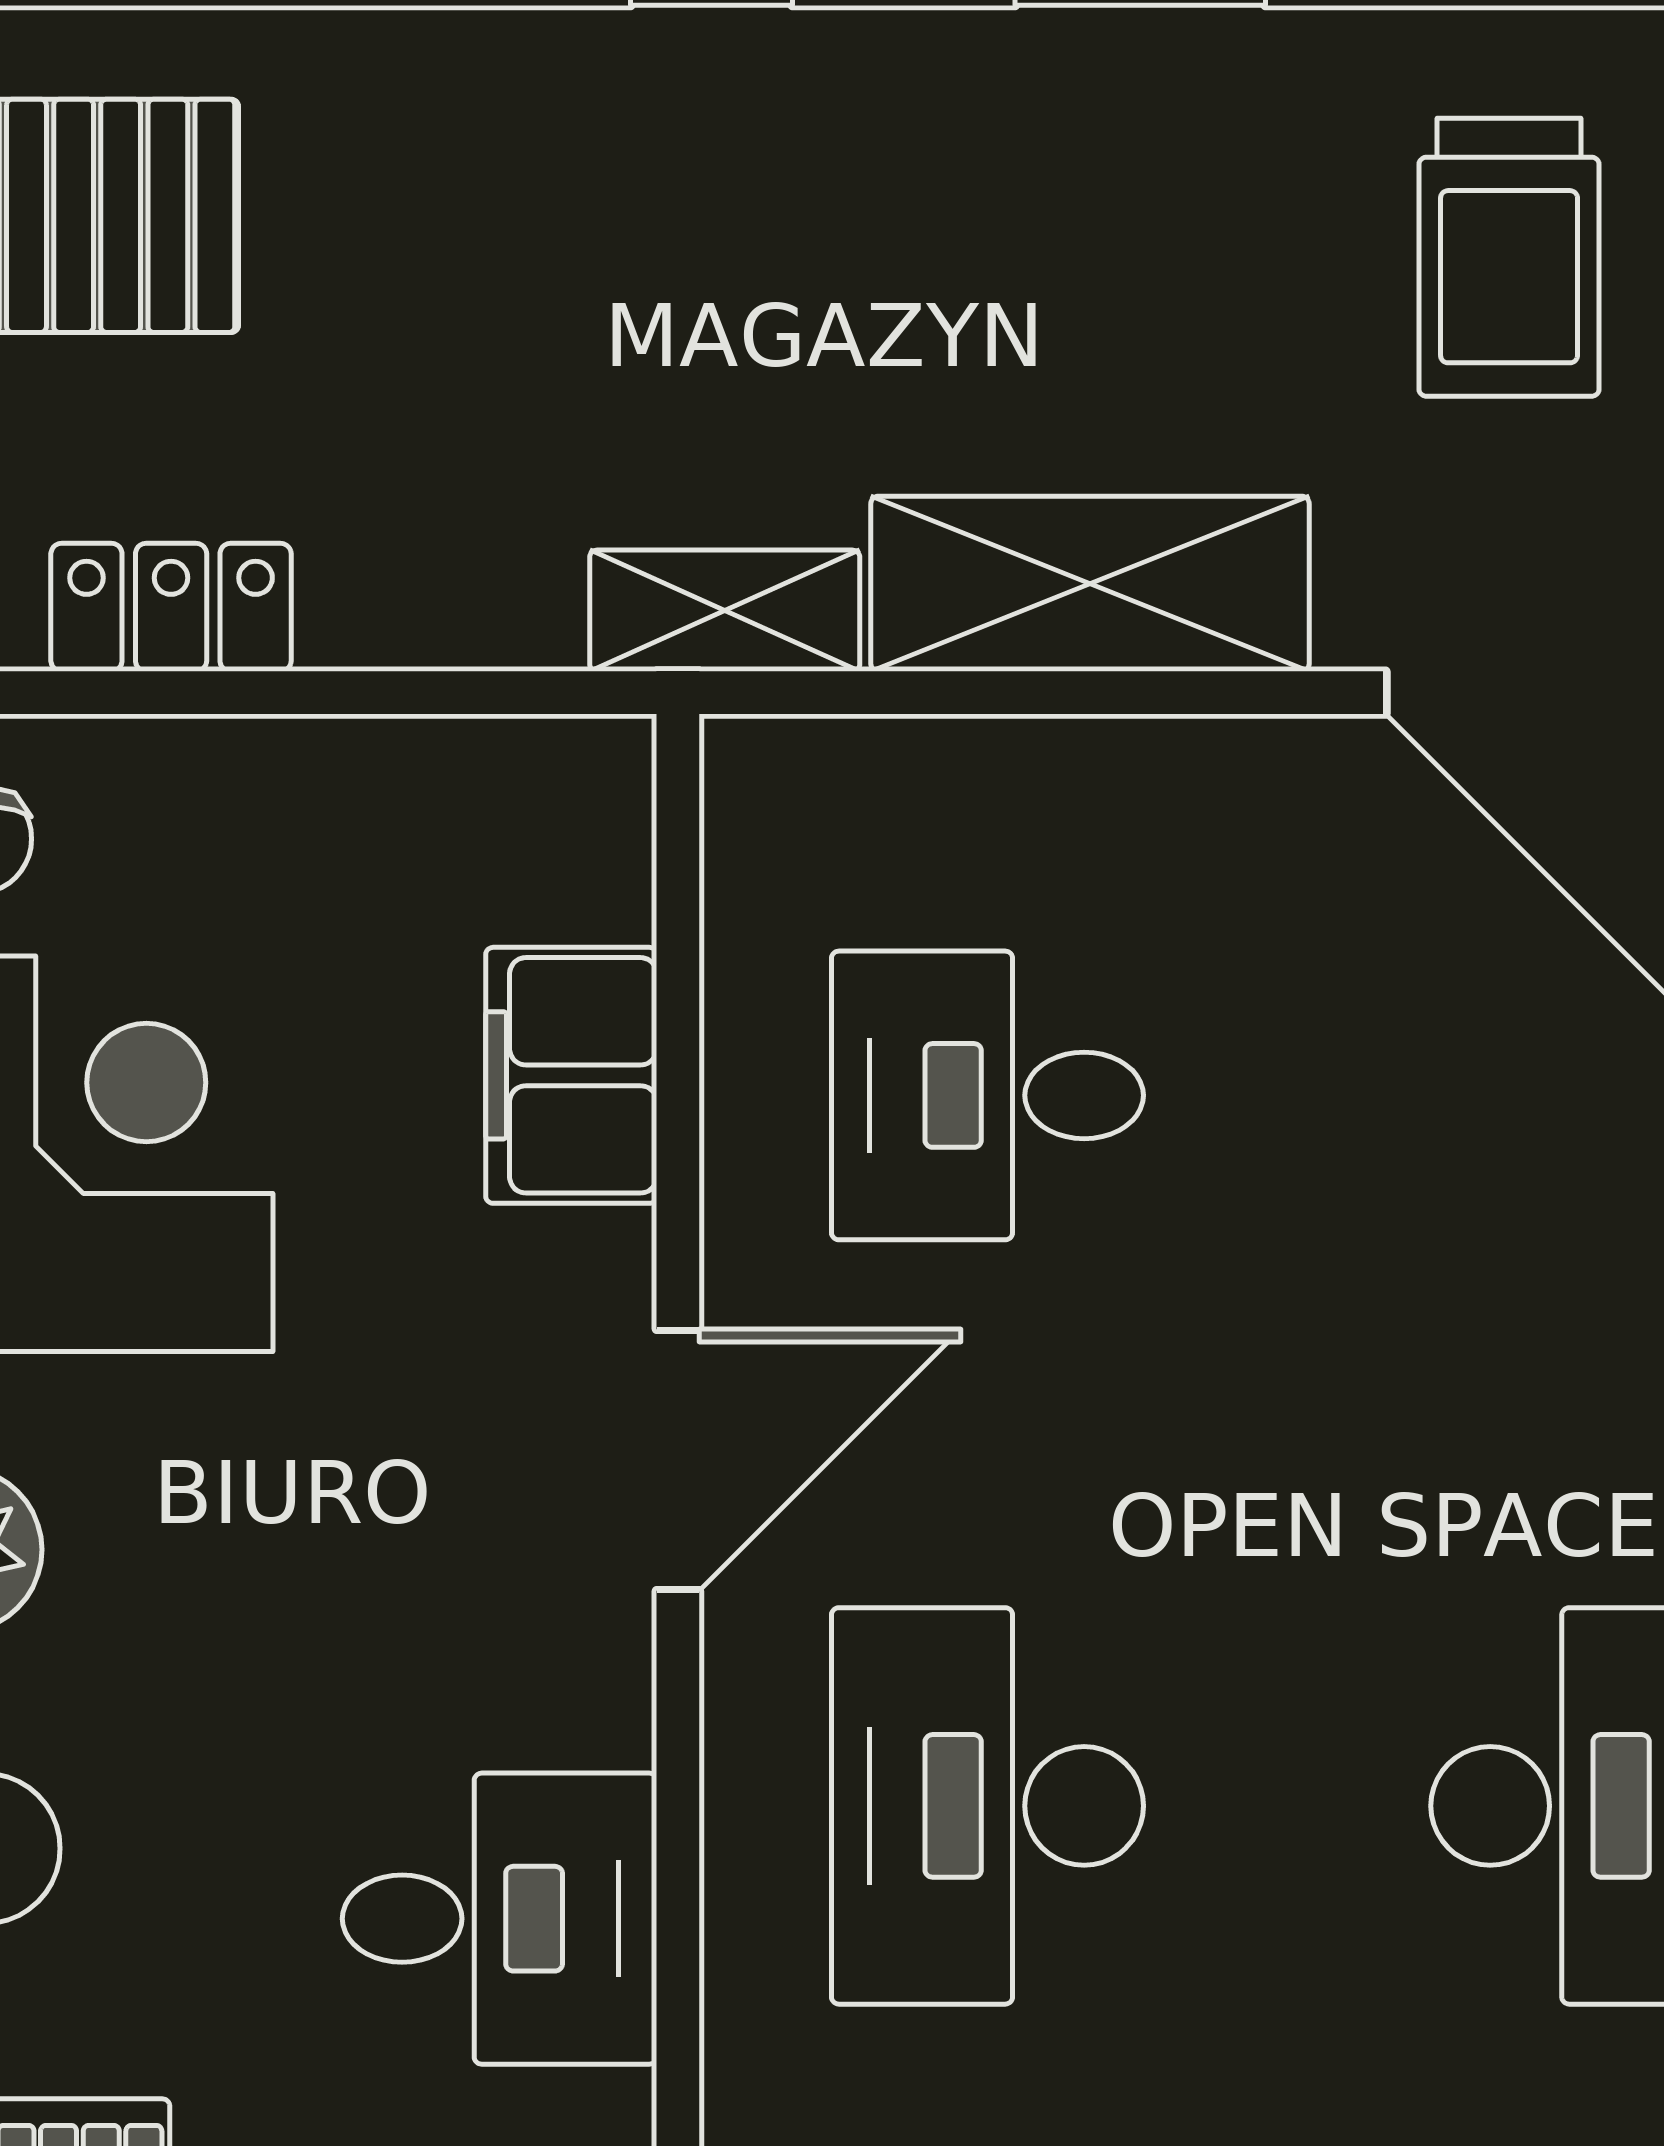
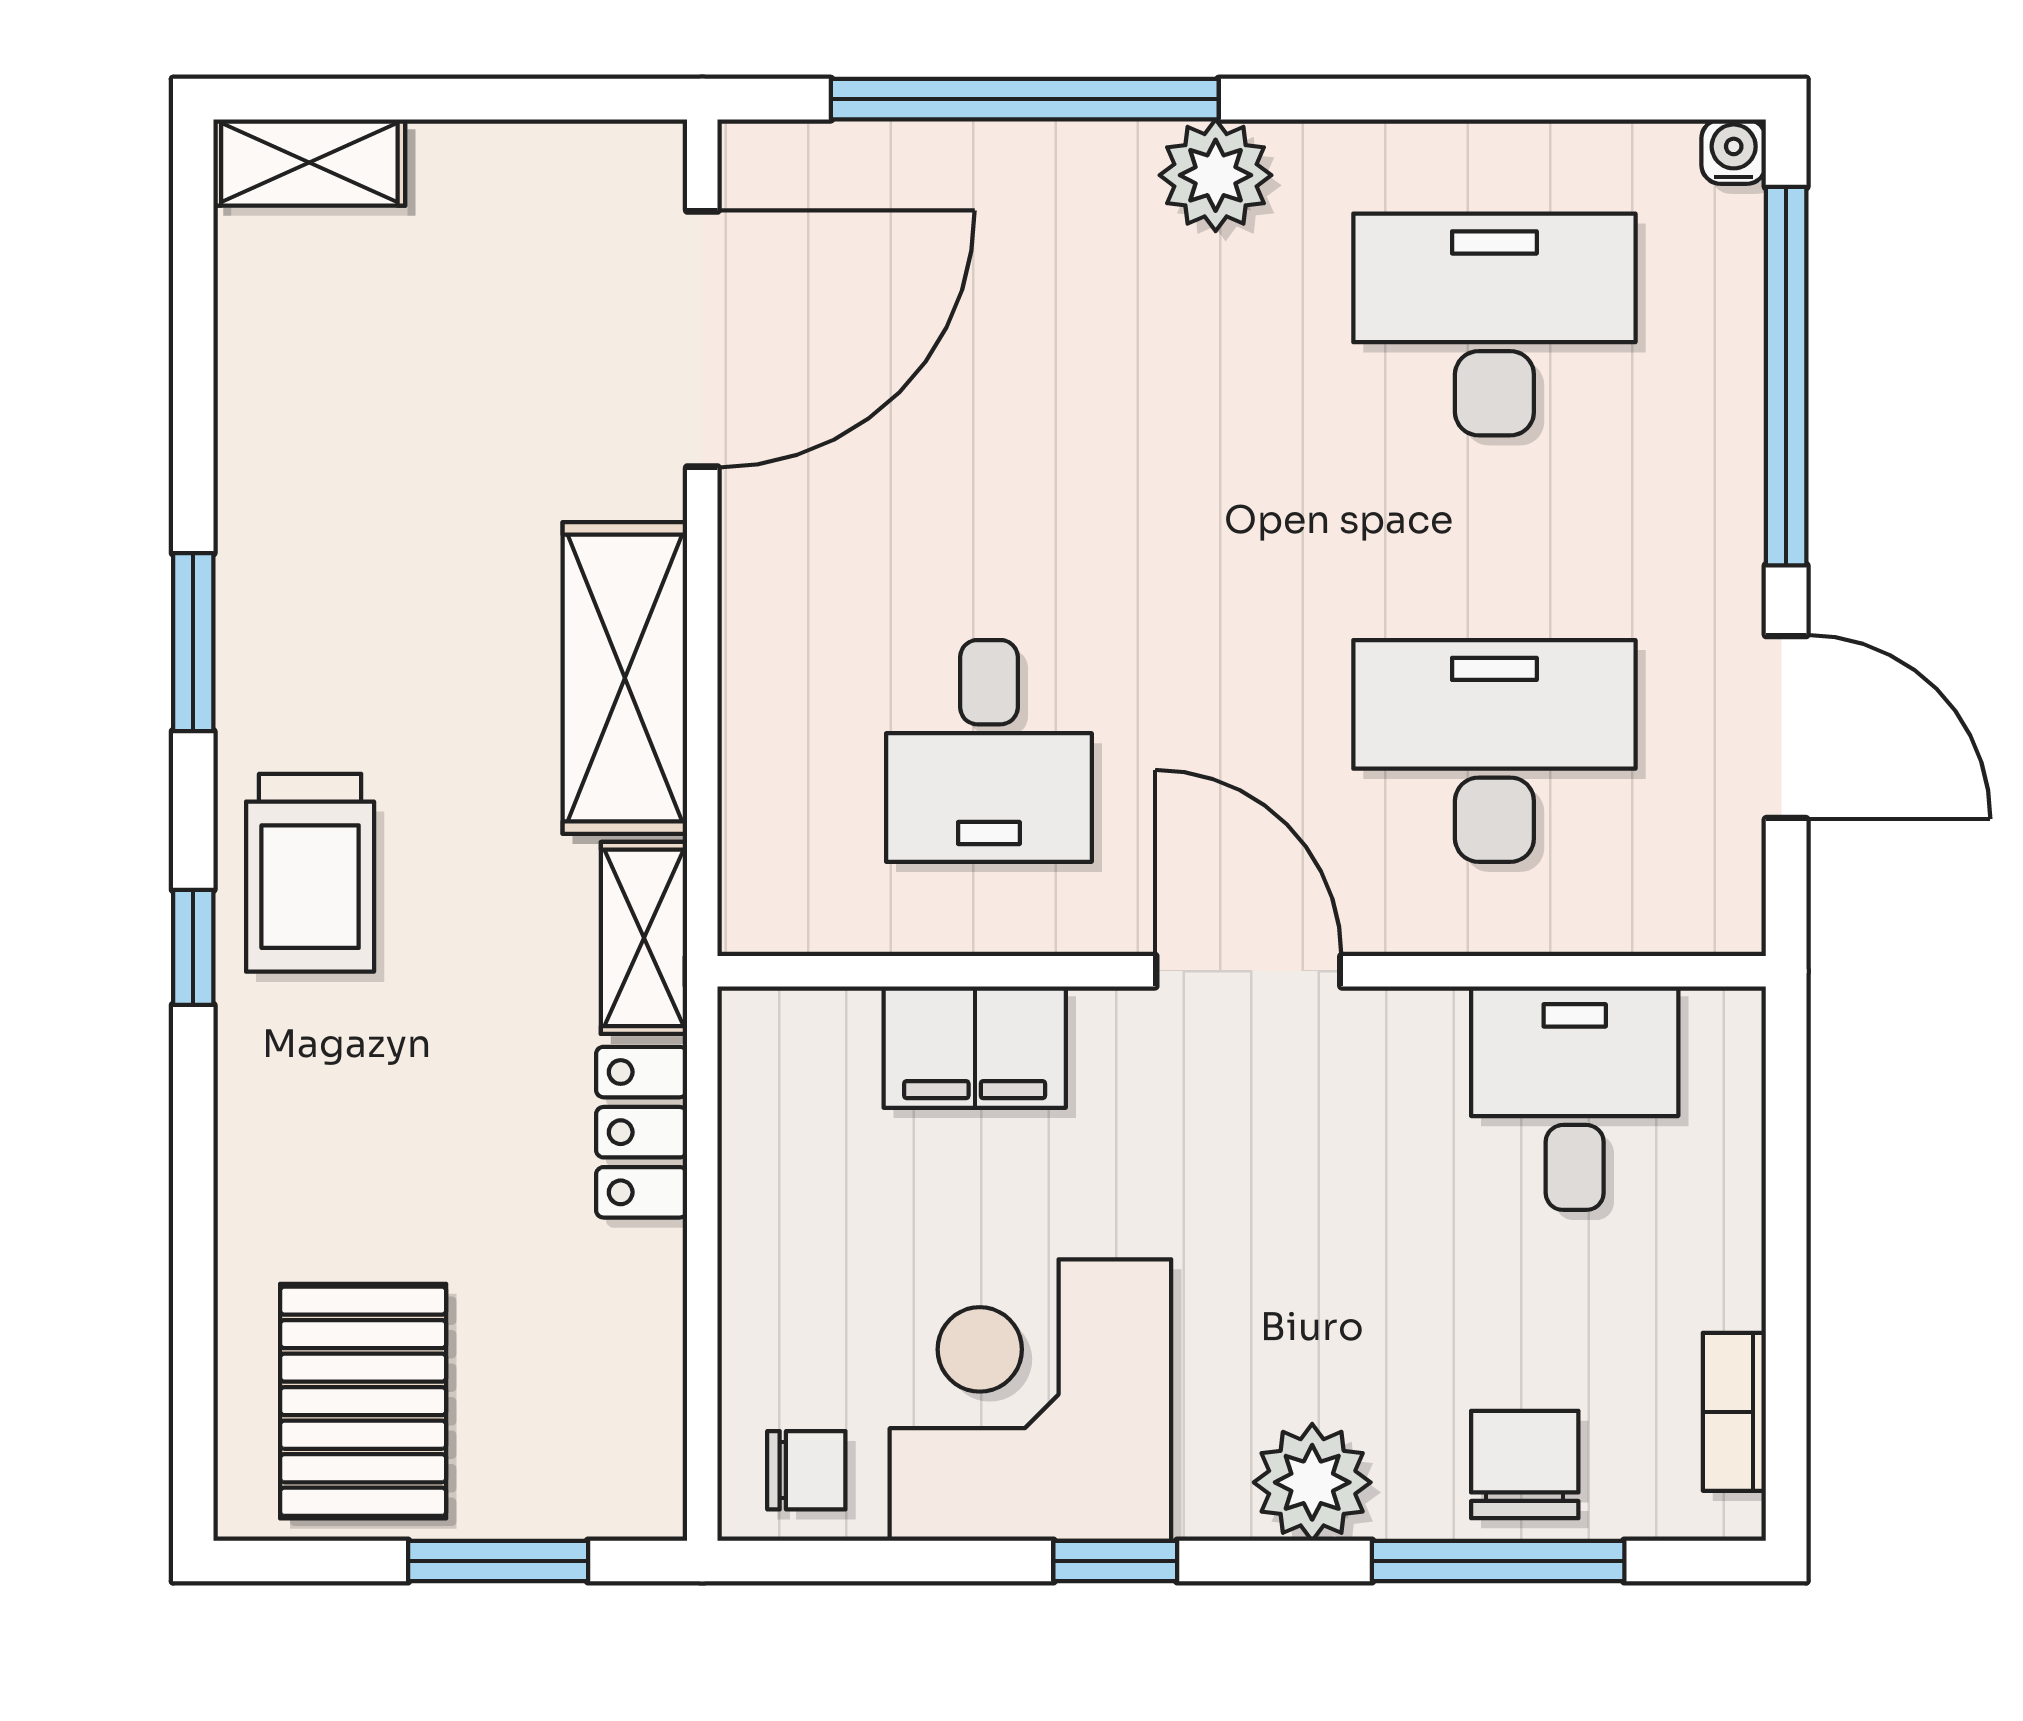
trolley: (1509, 257) -> (310, 873), moved, turned 90
locker: (171, 607) -> (642, 1132), moved
desk: (987, 1806) -> (1494, 751), turned 180

